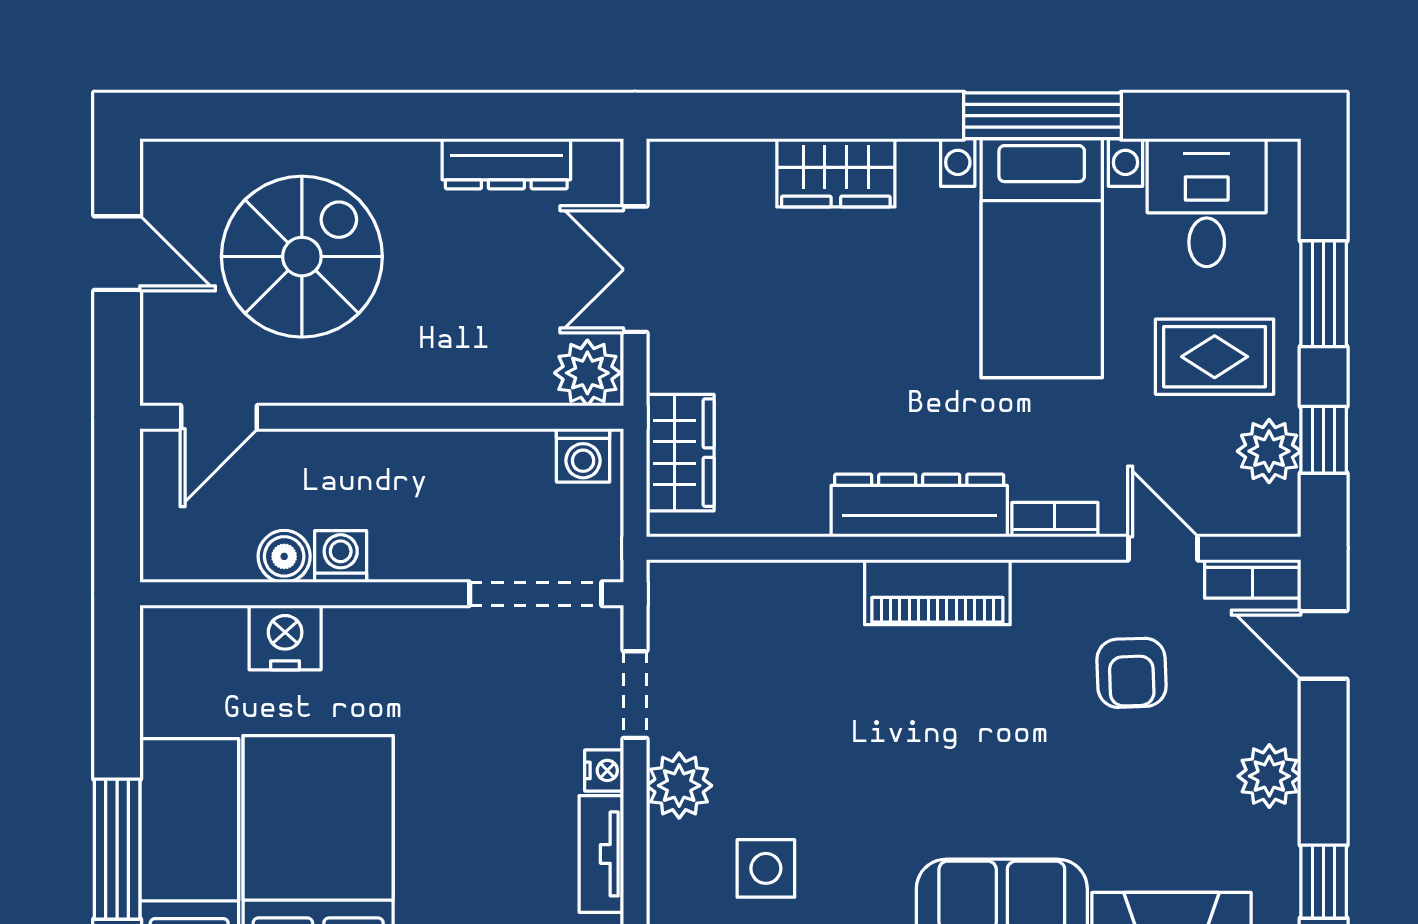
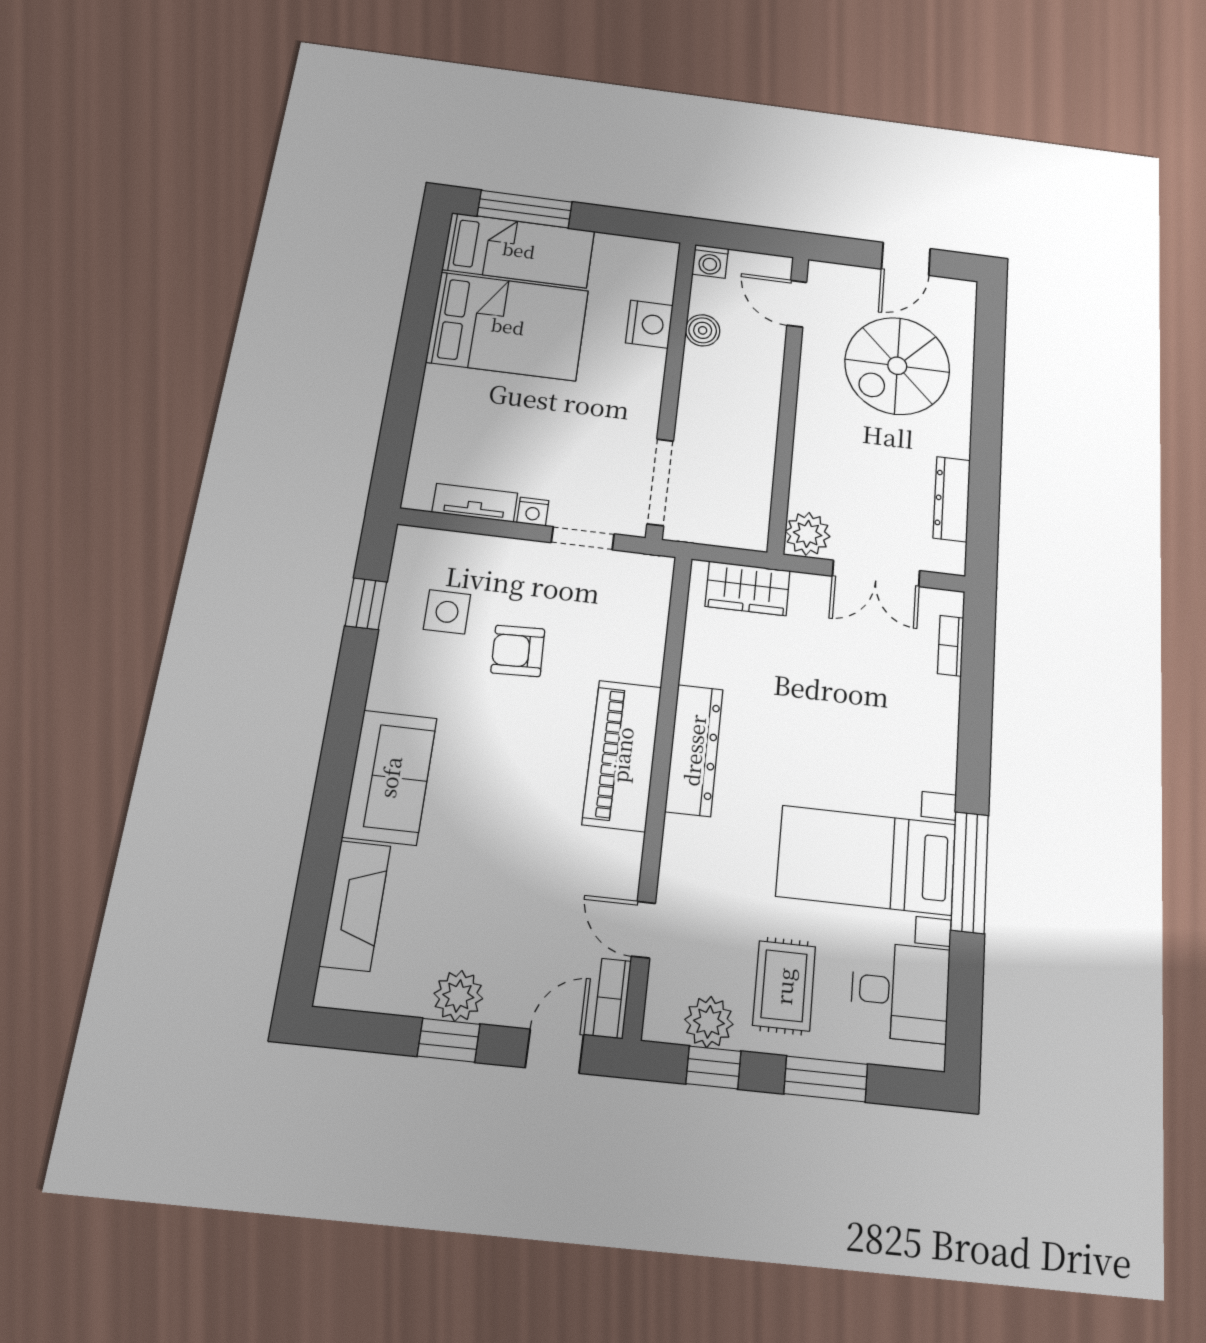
wardrobe: (836, 173) -> (935, 718), removed
spiral stairs: (302, 257) -> (897, 366), turned 90
double door: (635, 269) -> (876, 573), swing flipped
washing machine: (583, 455) -> (752, 524), removed
bookcase: (1055, 520) -> (951, 646), moved, turned 180
door: (1163, 548) -> (643, 930), swing flipped
washing machine: (341, 556) -> (710, 261), moved, turned 90
piano: (937, 592) -> (622, 755), width x1.37, depth x1.33
armchair: (1131, 673) -> (518, 651), moved
plant: (679, 786) -> (515, 560), removed
window: (1324, 882) -> (449, 1040), moved

